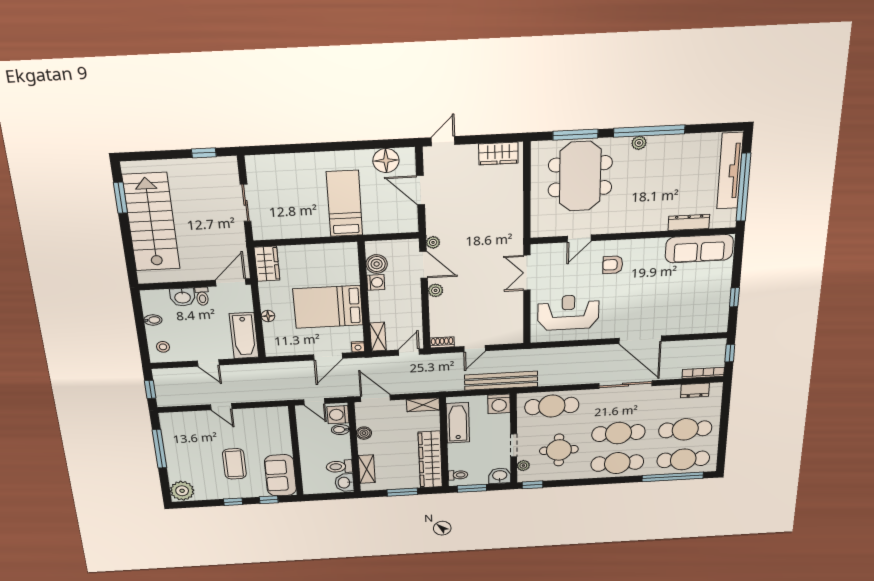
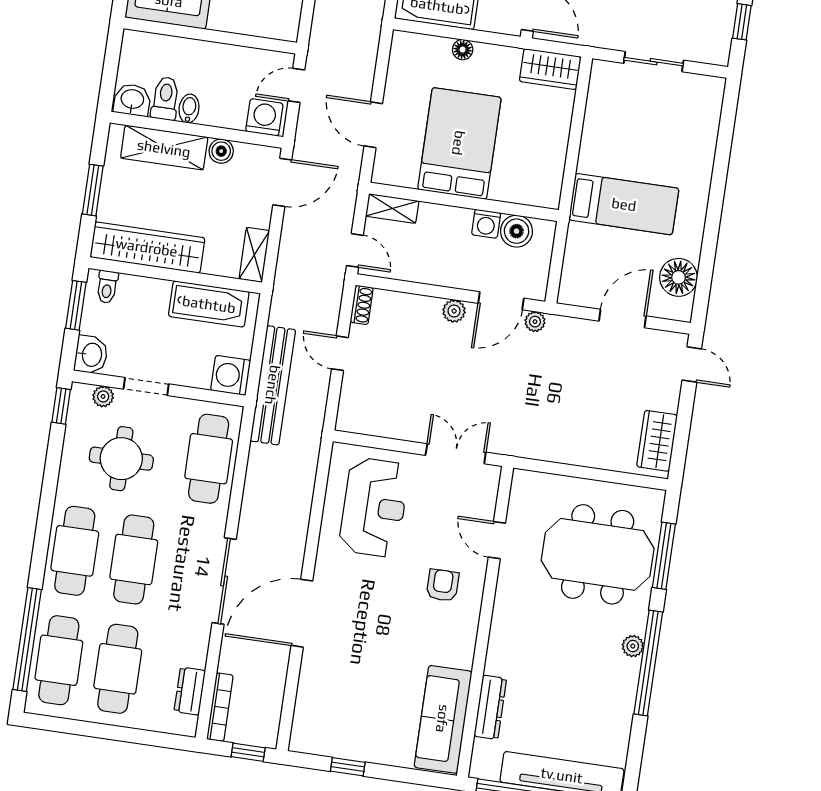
nightstand: (358, 347) -> (381, 174), removed
bidet: (341, 430) -> (189, 109), moved
shelving: (367, 469) -> (164, 148), width x1.50, depth x1.33

